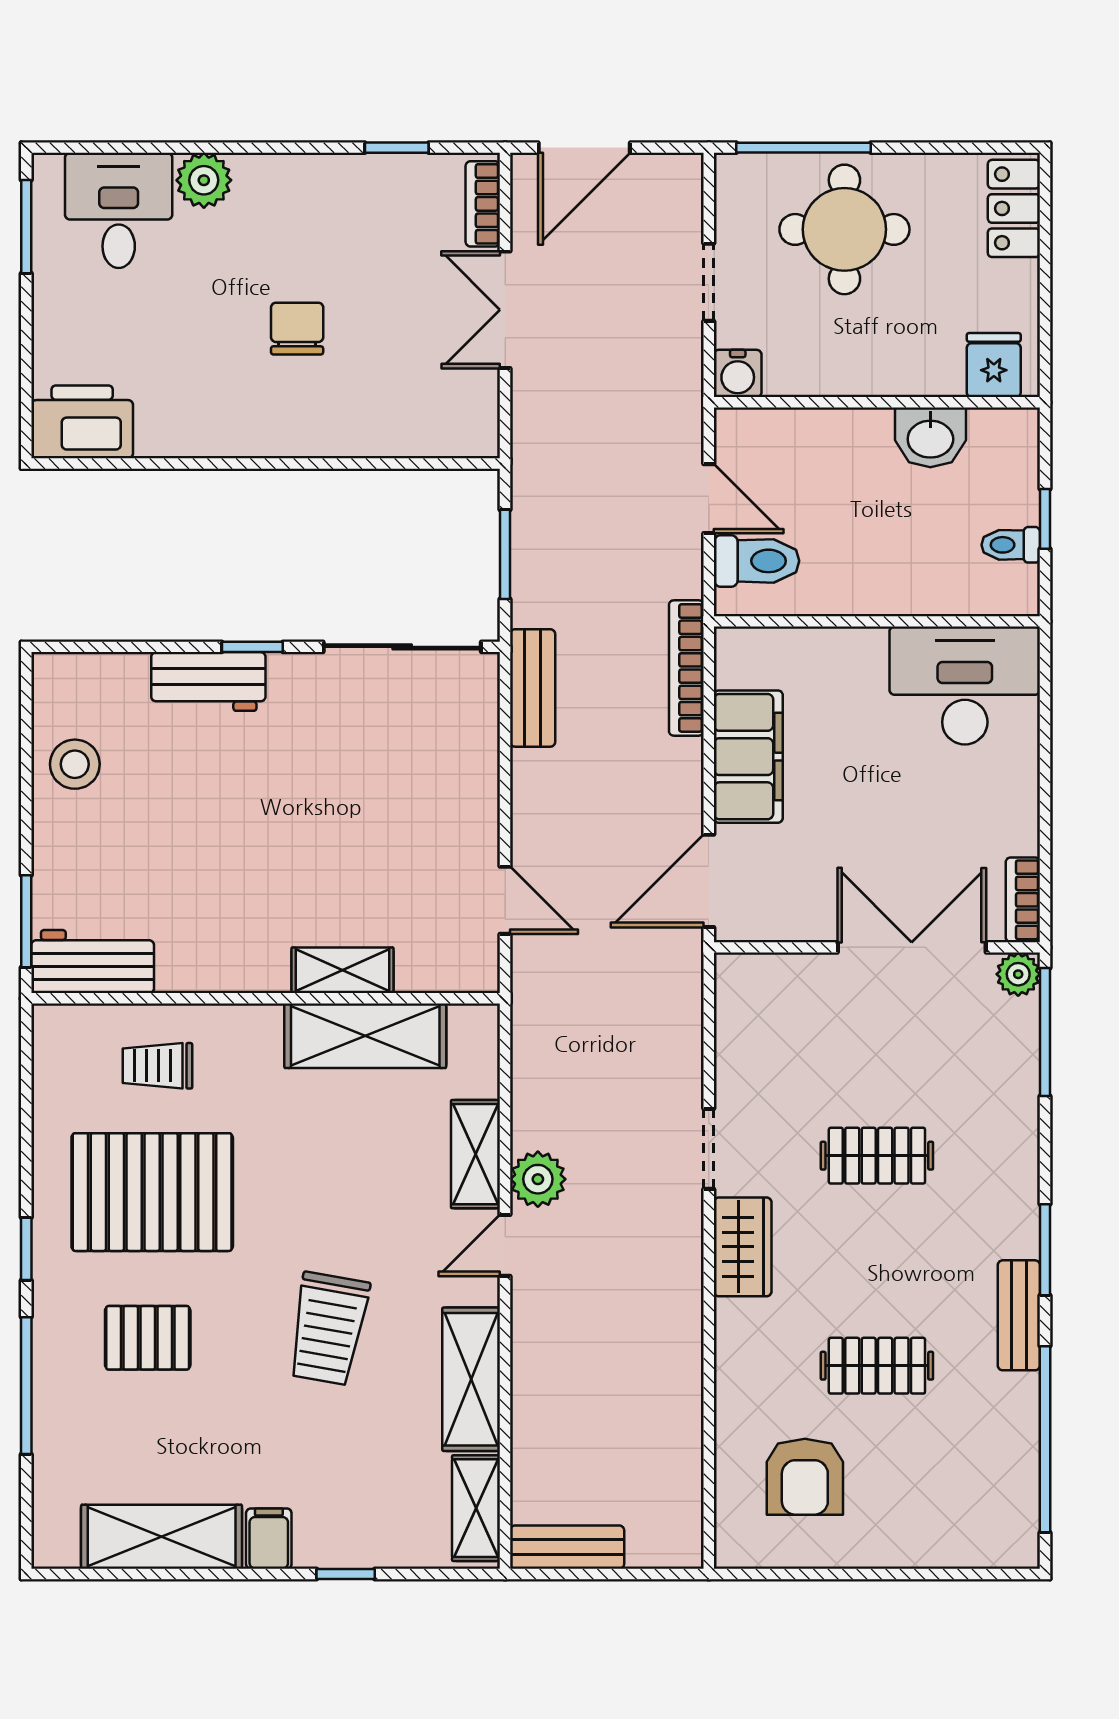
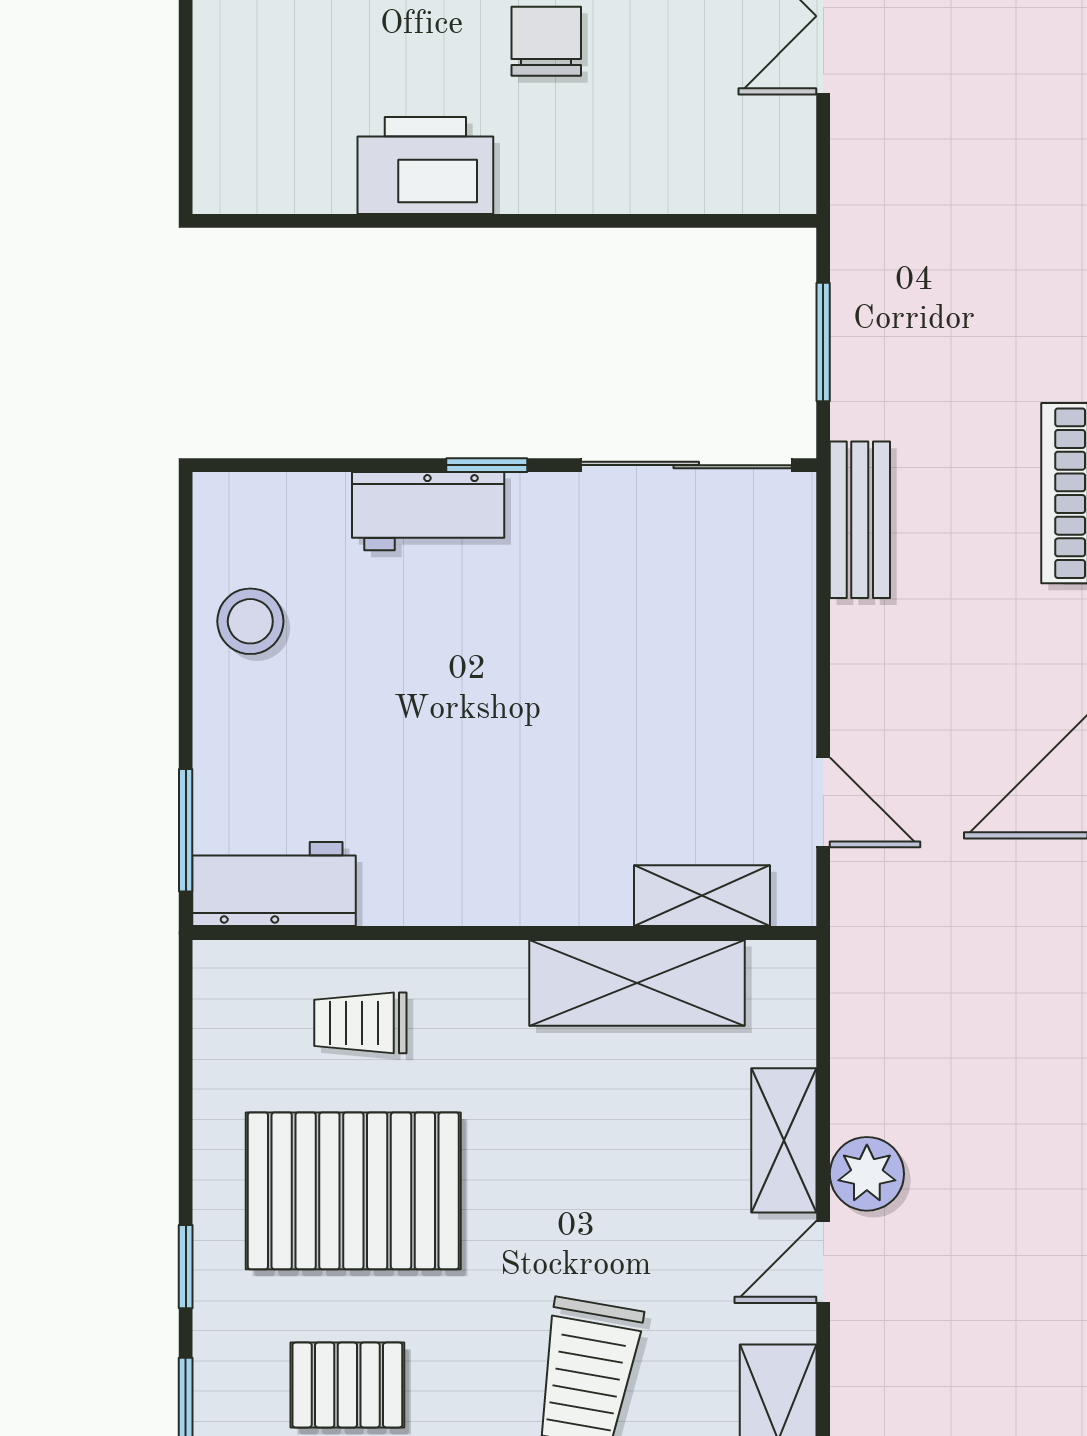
printer: (82, 422) -> (425, 165), moved
shelving: (343, 970) -> (702, 896), moved

